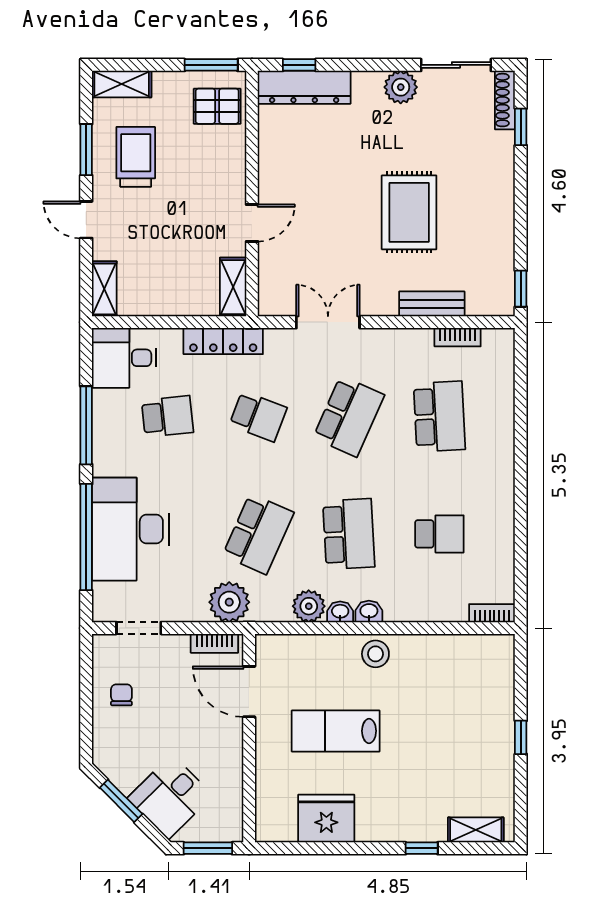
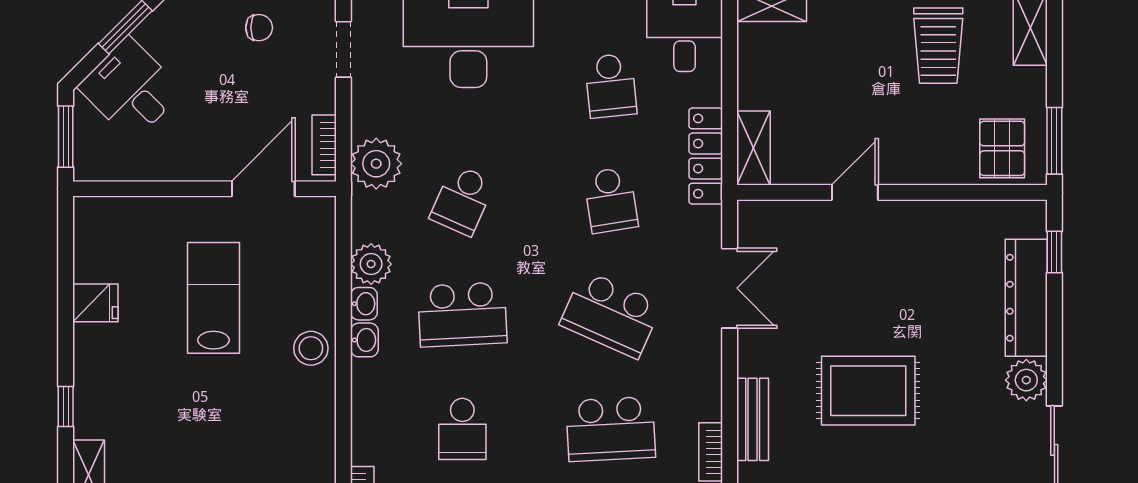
dresser: (304, 87) -> (1026, 298), moved
trolley: (136, 157) -> (938, 46), turned 90
door: (252, 223) -> (855, 192), swing flipped
shelving: (233, 287) -> (753, 148), moved, turned 90
school desk: (258, 416) -> (611, 200), turned -30
school desk: (258, 534) -> (462, 200), width x0.54
fridge: (326, 819) -> (95, 303), width x0.53, depth x0.75

